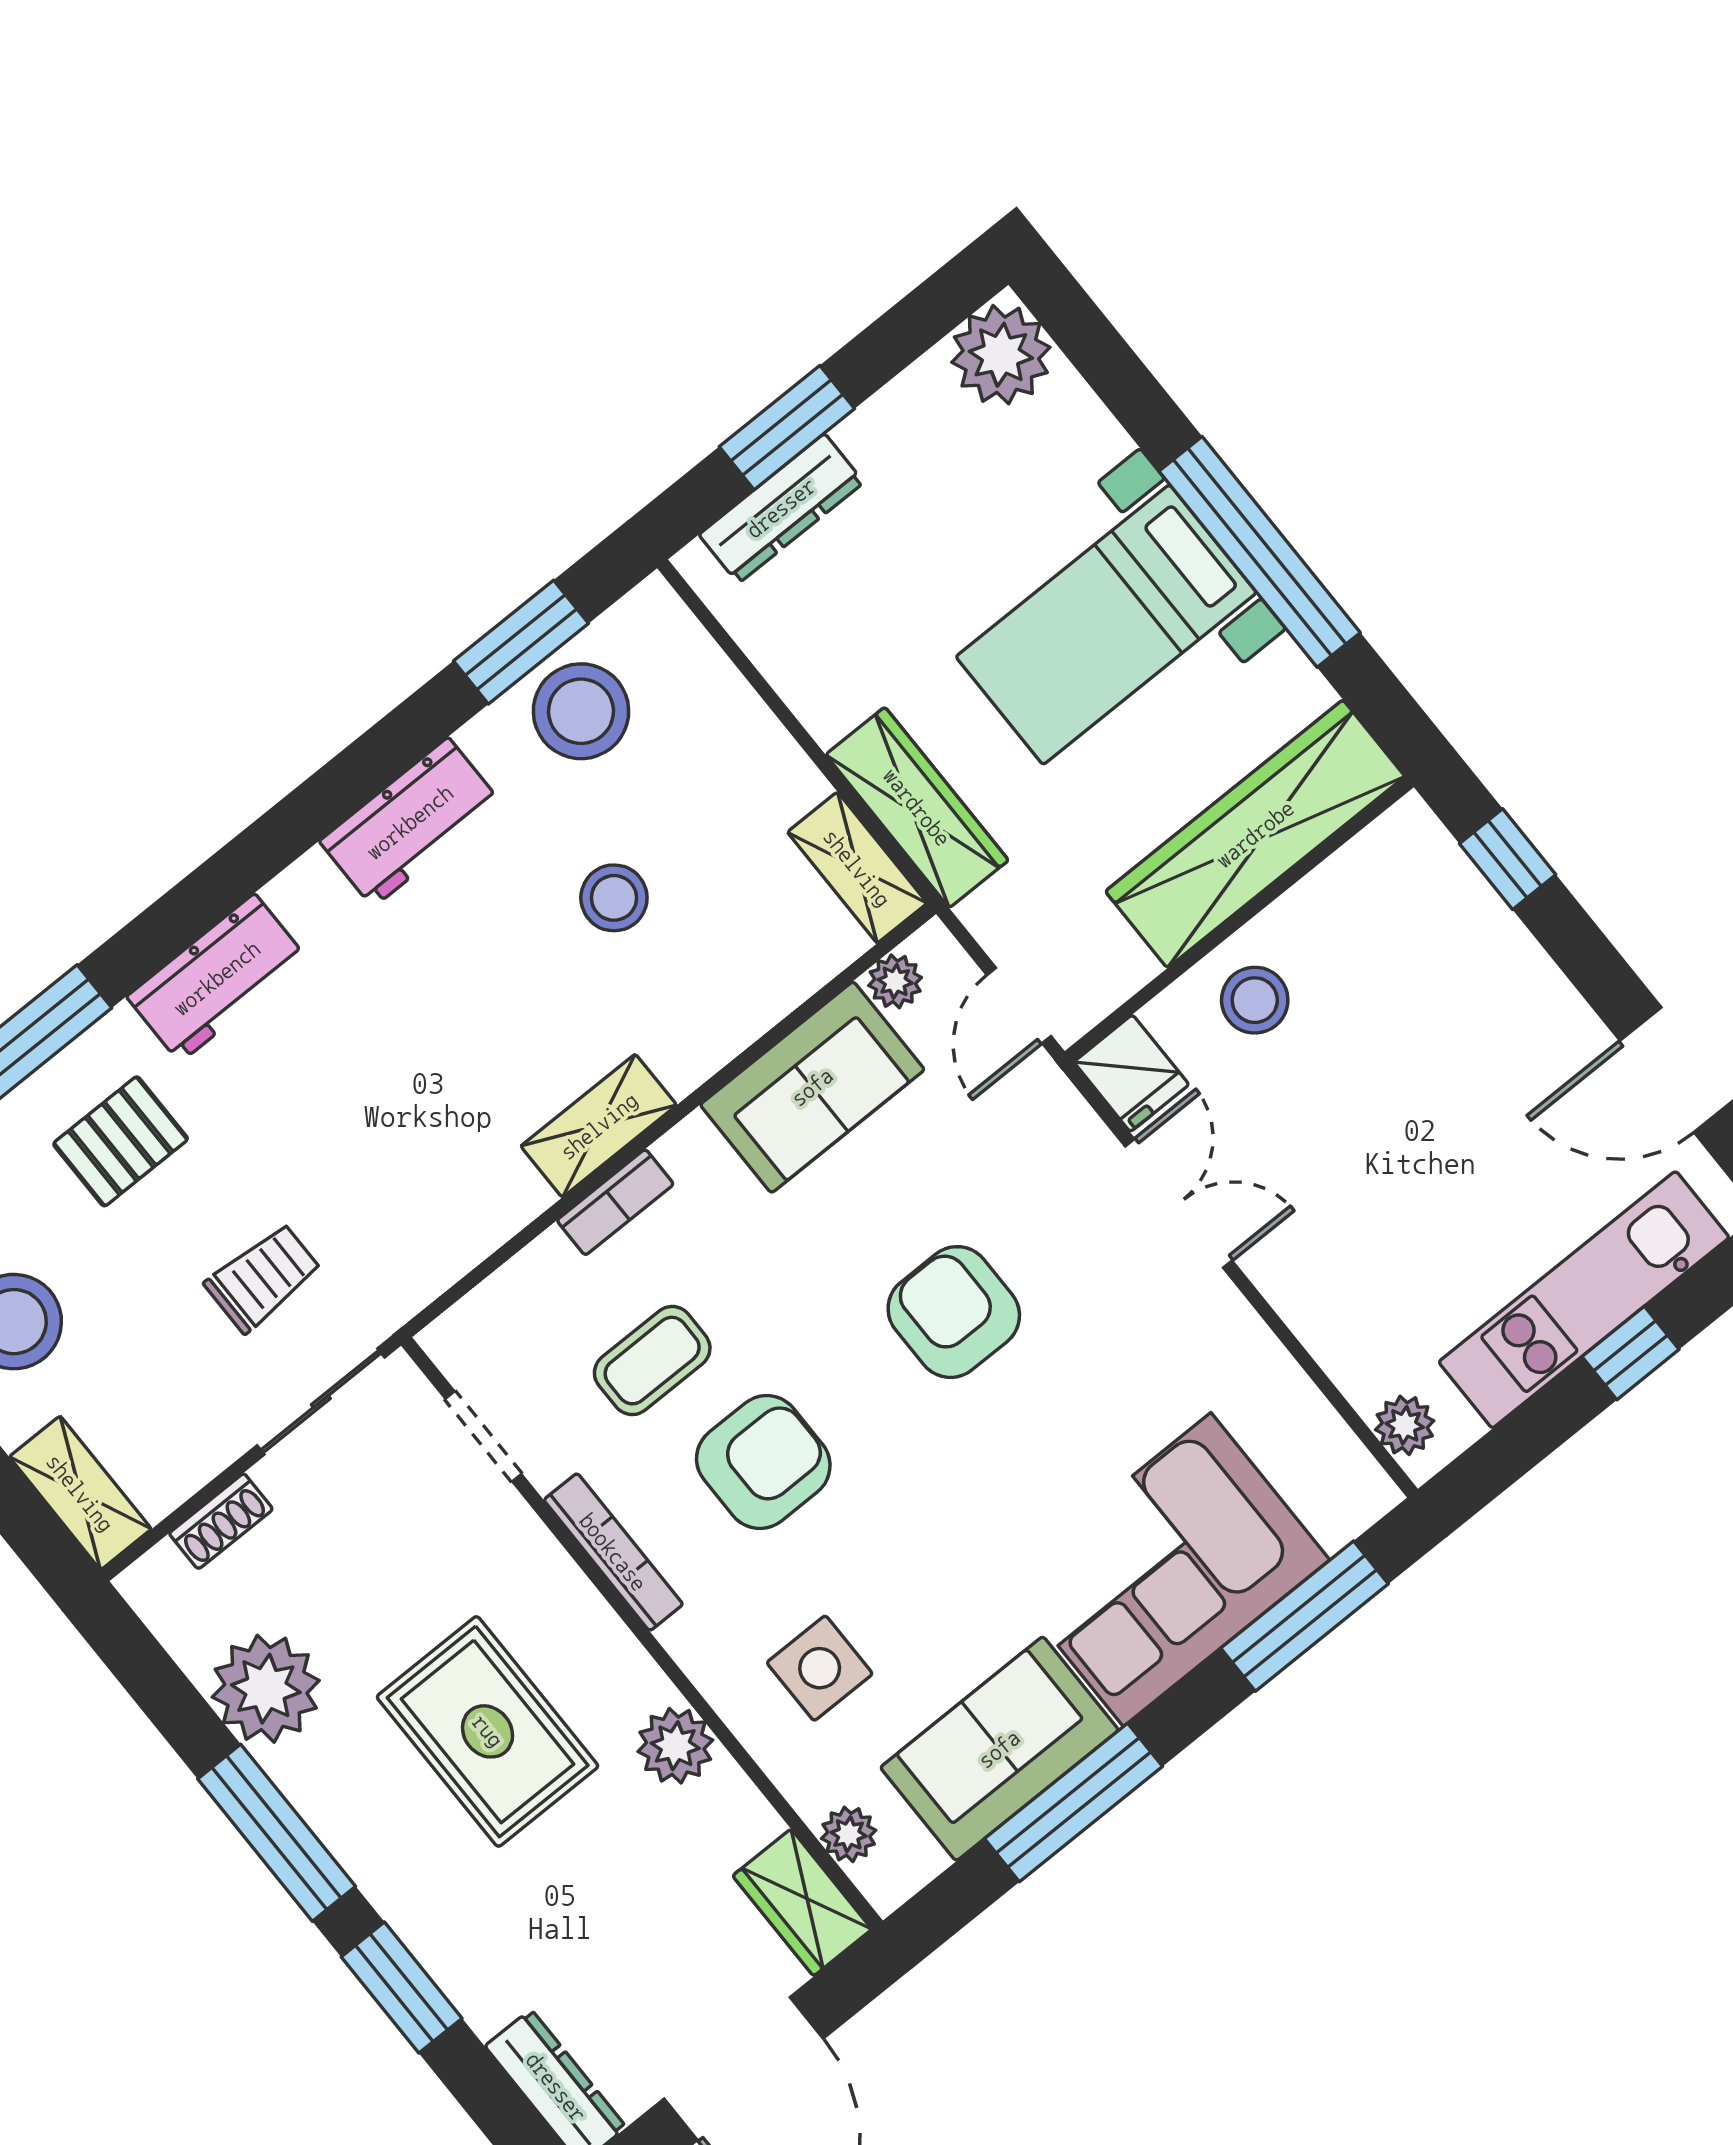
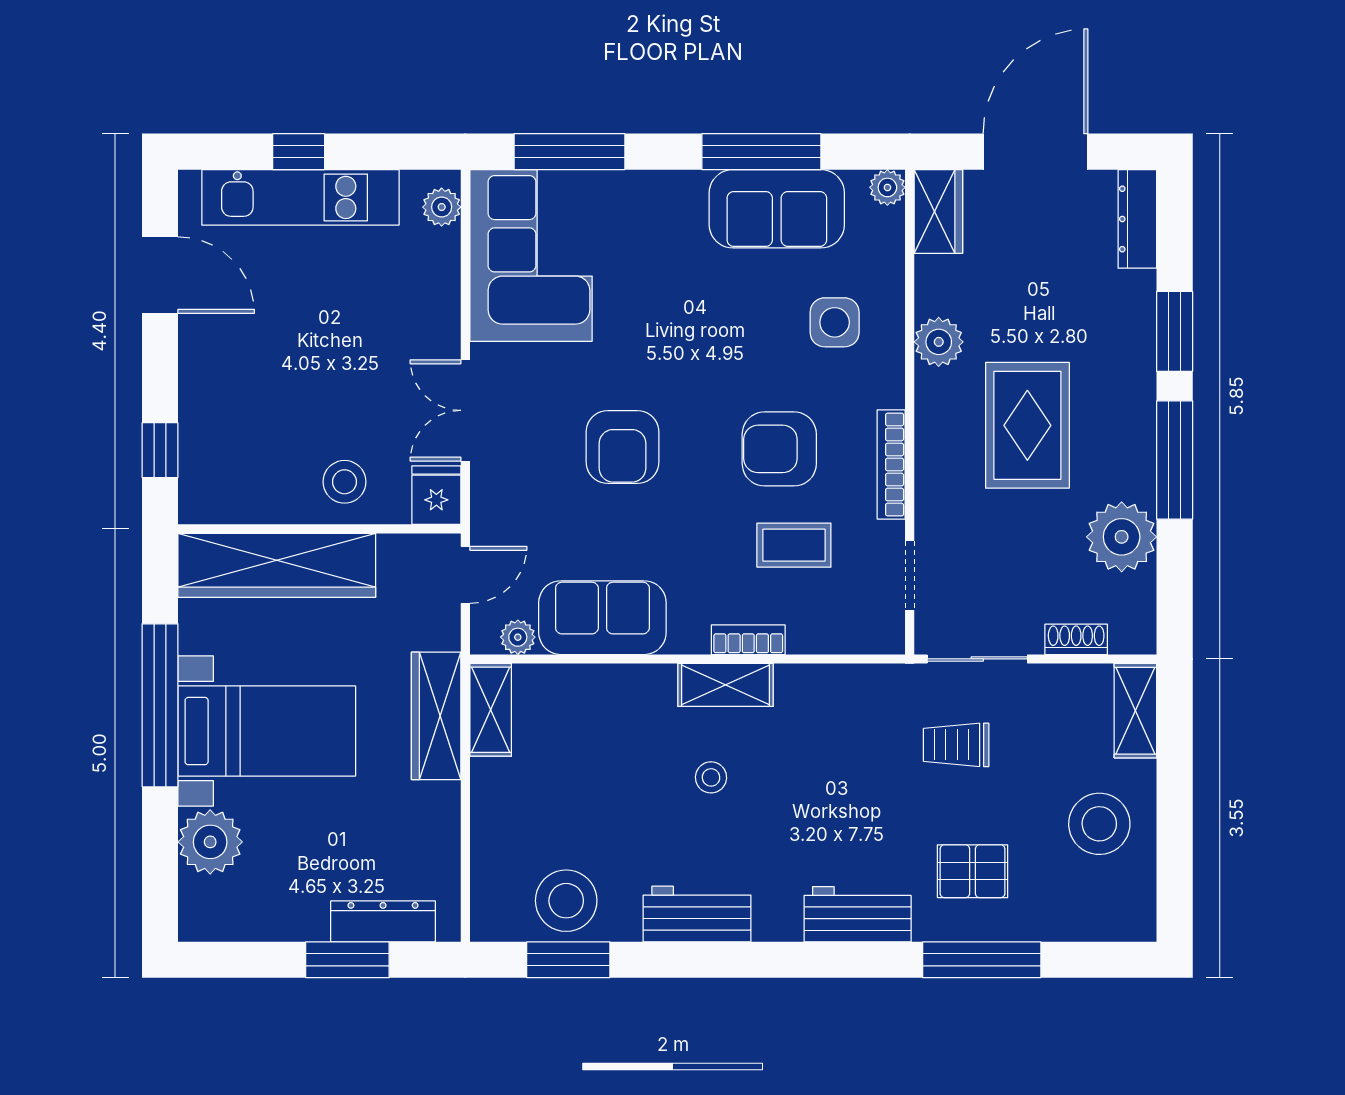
plant: (1001, 355) -> (210, 842), moved
stool: (614, 898) -> (711, 777), moved, width x0.73, depth x0.73
corner sofa: (1167, 1570) -> (531, 255), moved, turned -90
plant: (849, 1834) -> (887, 187), moved

